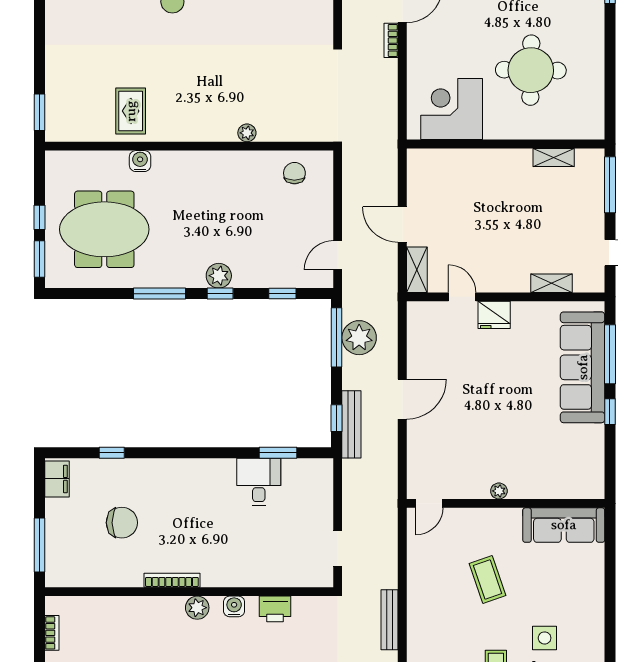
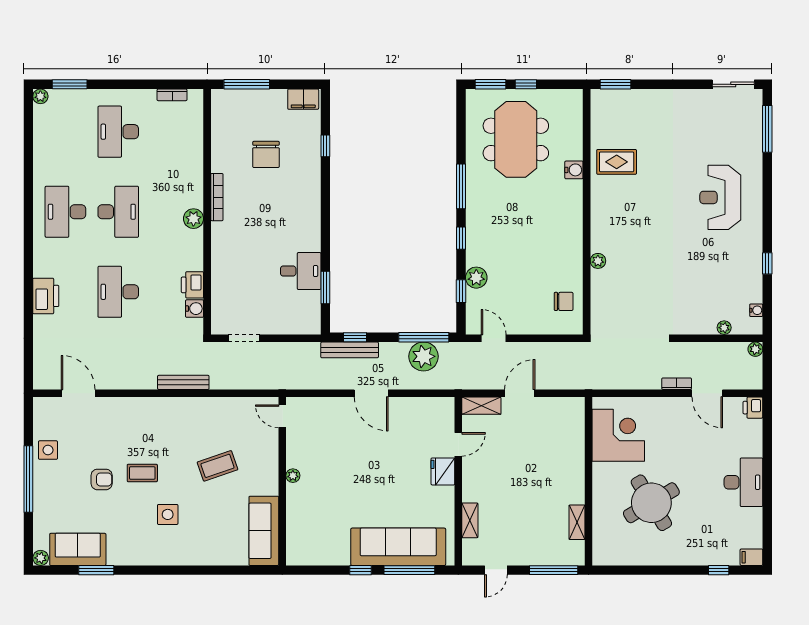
round table: (531, 70) -> (651, 503), turned -32
plant: (219, 276) -> (476, 278), moved
water cooler: (234, 606) -> (195, 309), moved

